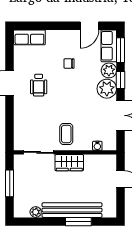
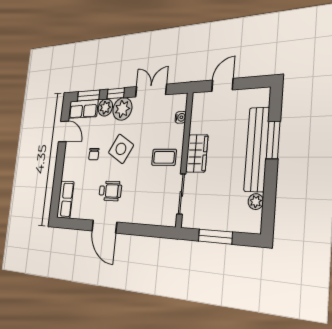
side table: (73, 91) -> (121, 149), added

